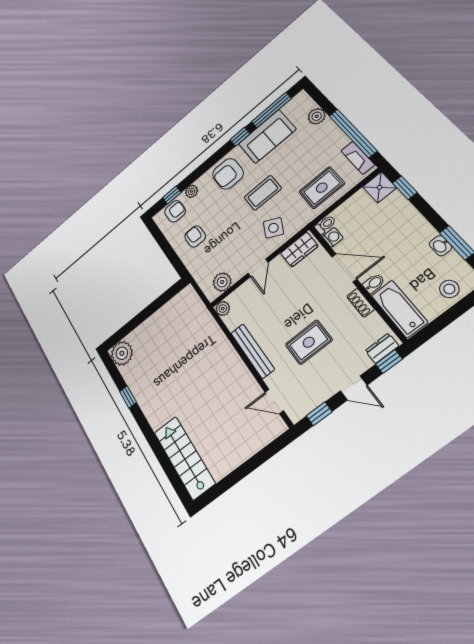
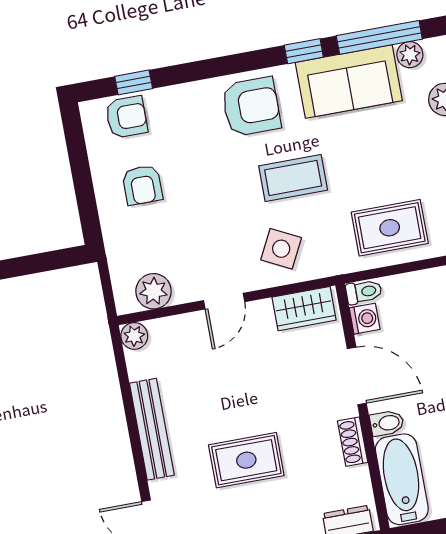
armchair: (228, 174) -> (251, 107), turned 180
plant: (192, 191) -> (410, 55), moved
armchair: (195, 236) -> (142, 185), turned 180

